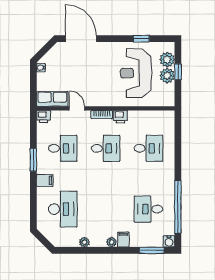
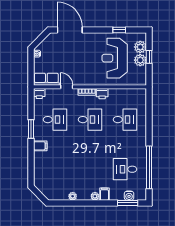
desk: (63, 209) -> (55, 169), removed
water cooler: (169, 241) -> (129, 196), moved

